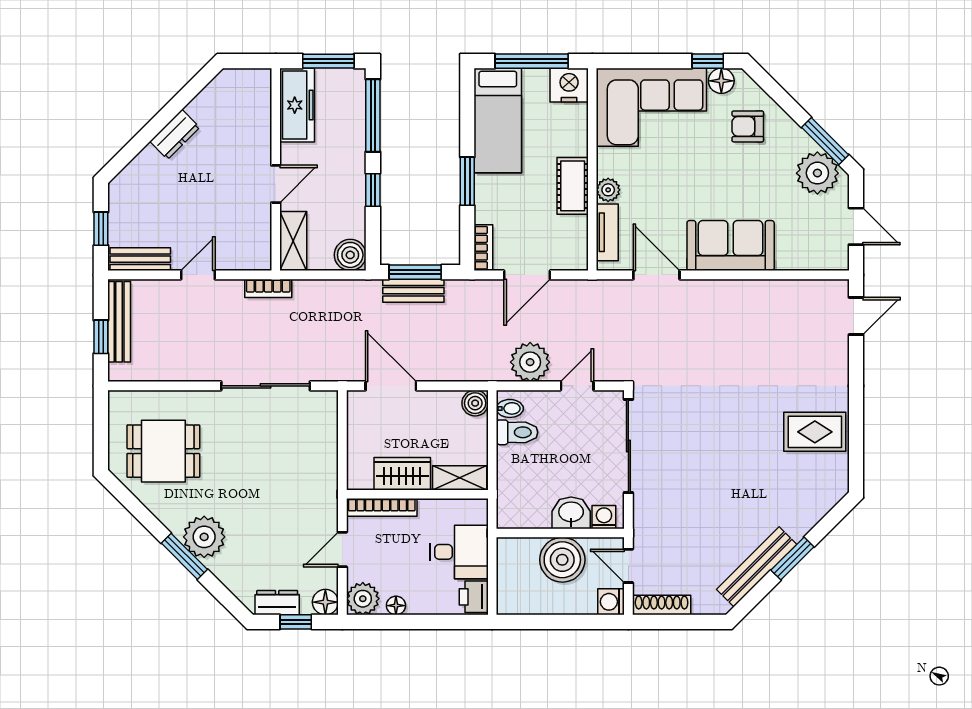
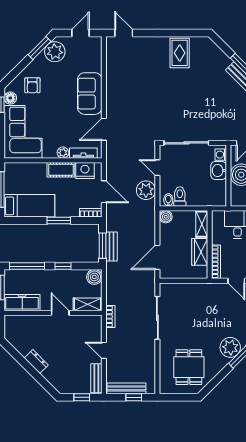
nightstand: (569, 85) -> (85, 170), moved, turned 90

